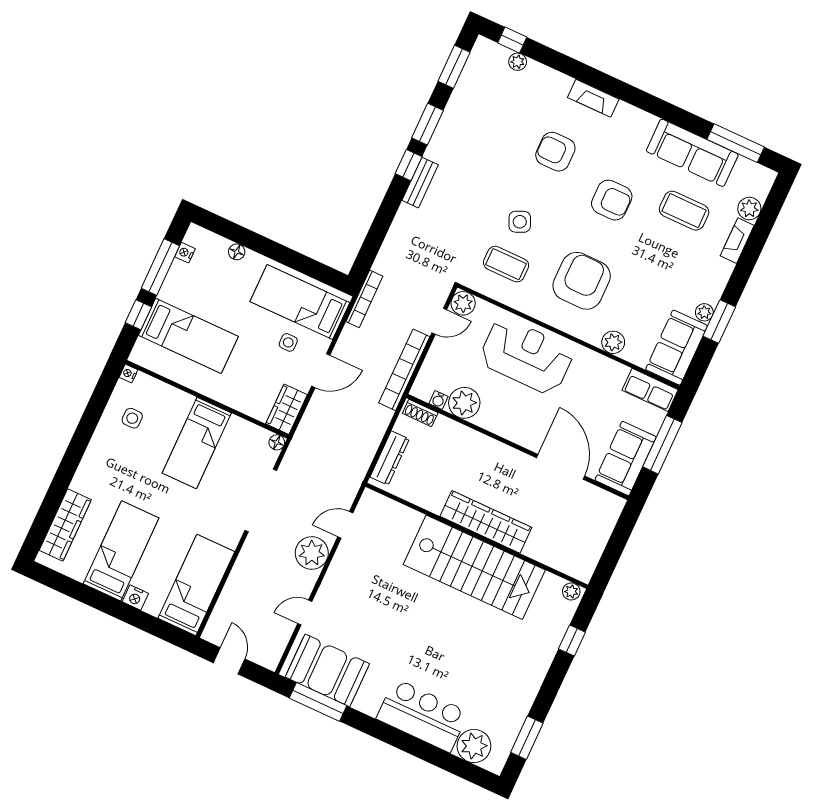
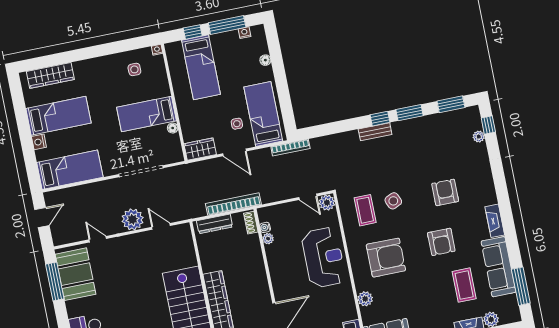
fireplace: (593, 98) -> (495, 221), moved
bookcase: (404, 370) -> (233, 204), moved
plant: (464, 403) -> (268, 239), width x0.53, depth x0.53
floor lamp: (277, 442) -> (173, 128), moved

